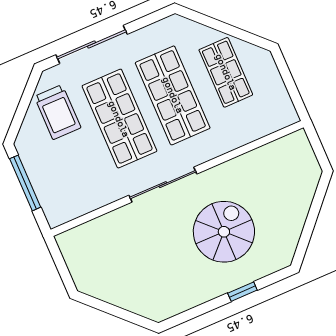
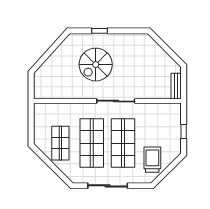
sliding door: (92, 44) -> (108, 186), moved
window: (25, 183) -> (184, 132), width x0.46
bench: (71, 254) -> (176, 86), added

